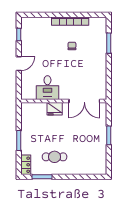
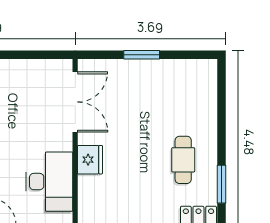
desk: (47, 88) -> (49, 182), width x1.37

